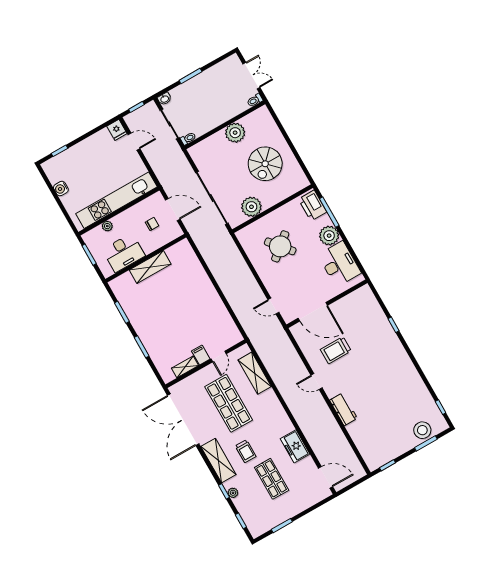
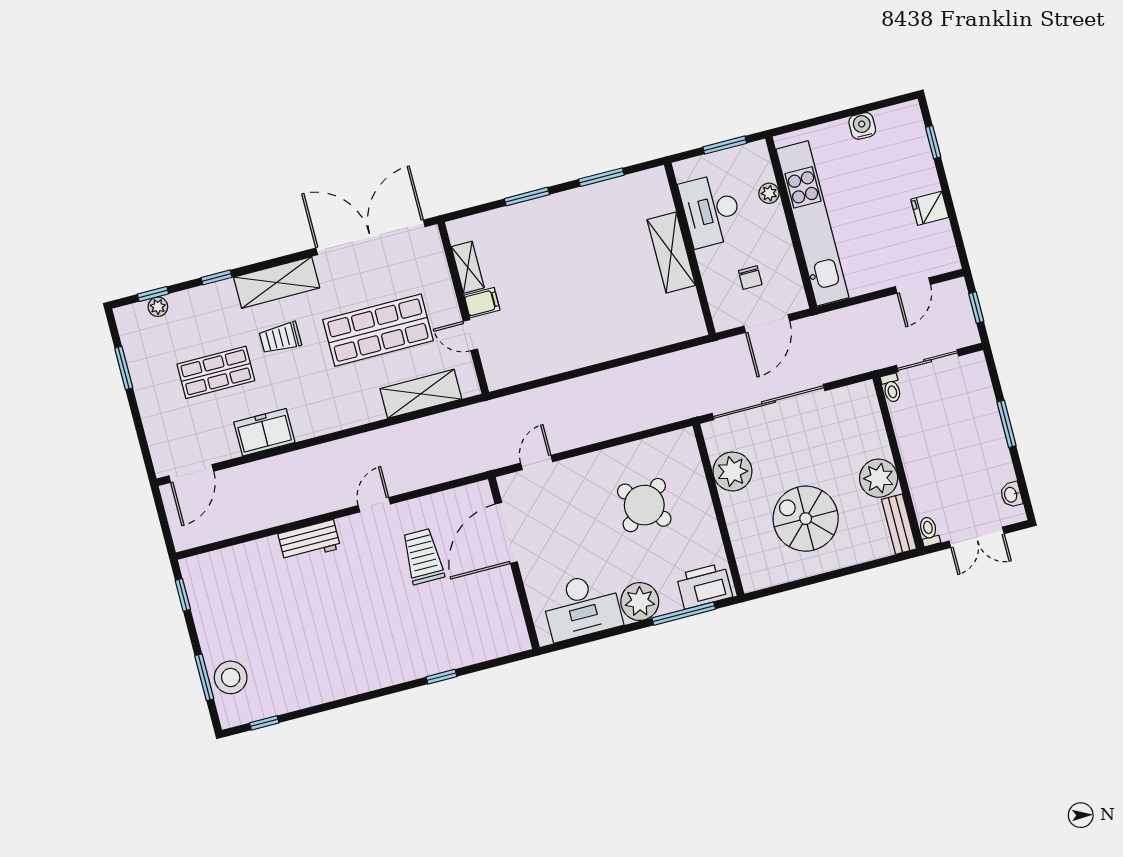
washbasin: (164, 99) -> (1011, 495), moved
bench: (255, 116) -> (899, 524), added
fridge: (117, 130) -> (930, 208), moved
plant: (233, 493) -> (158, 307), moved

